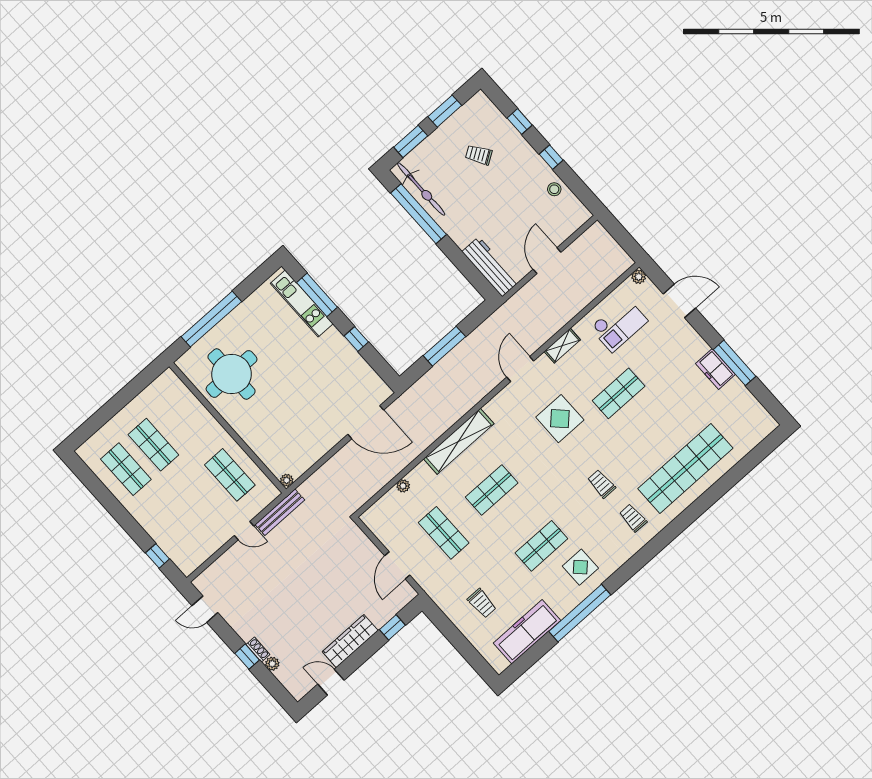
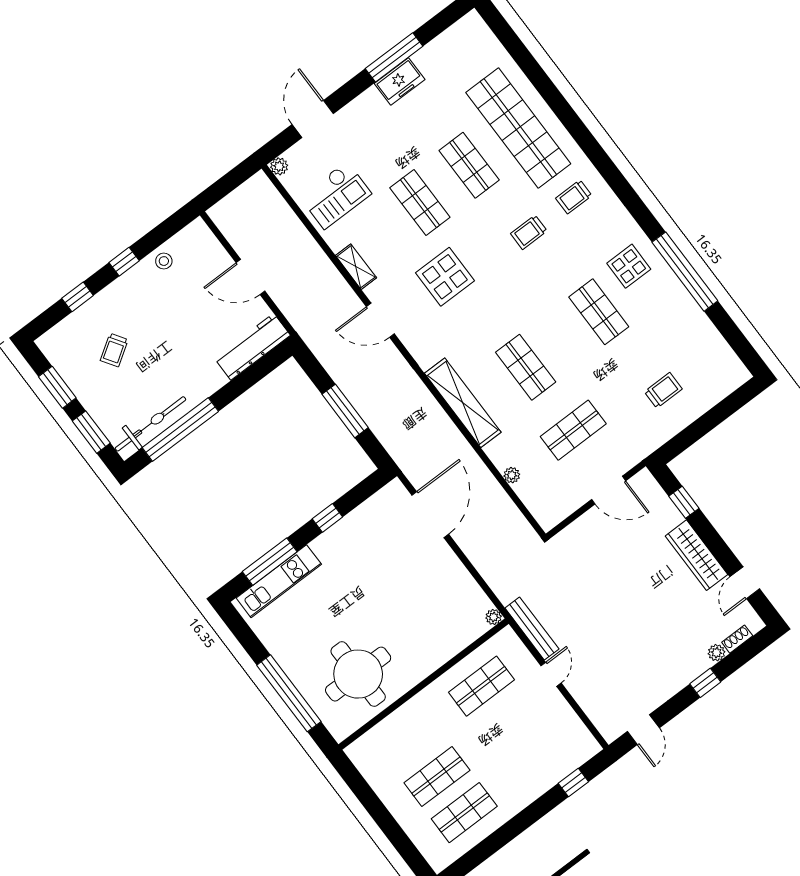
checkout: (619, 324) -> (335, 195), turned 90
shop shelf: (652, 431) -> (469, 165), added
freezer: (527, 632) -> (703, 338), removed
shoe rack: (258, 650) -> (737, 639), moved

